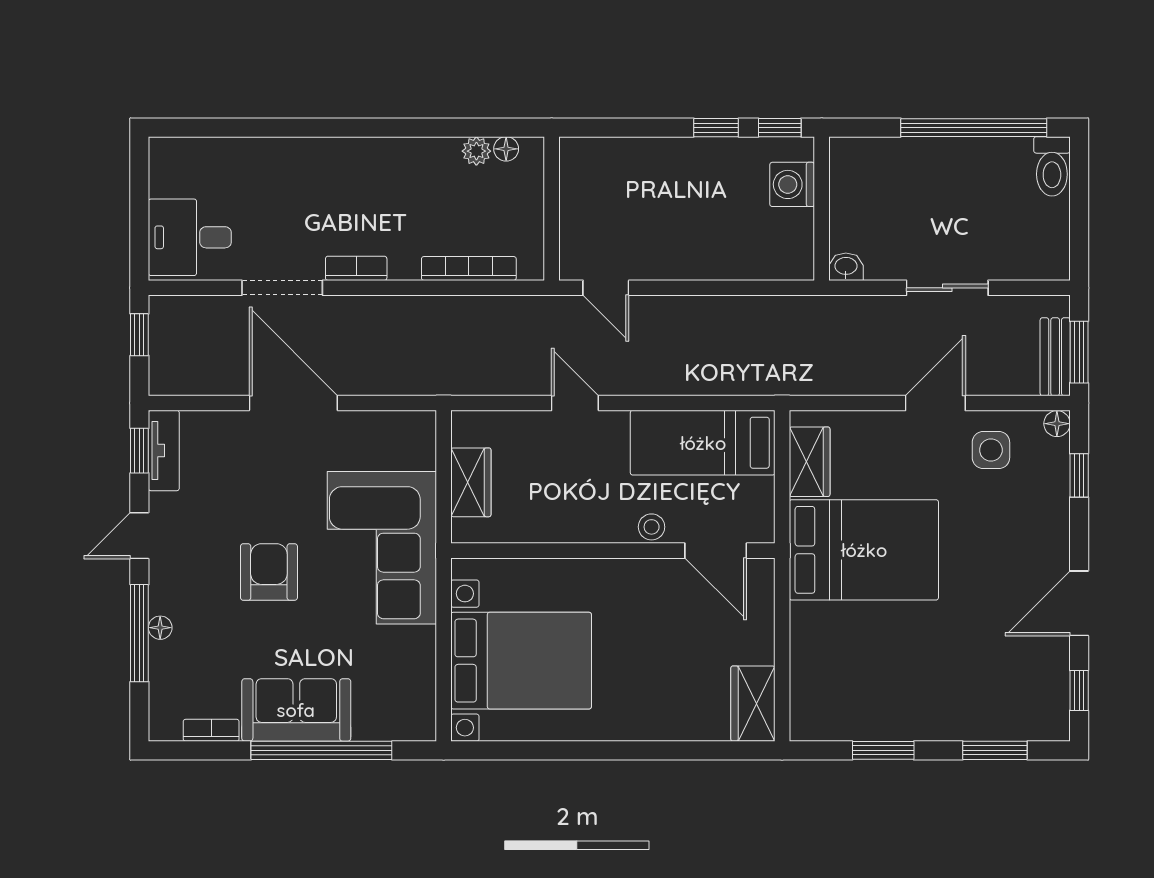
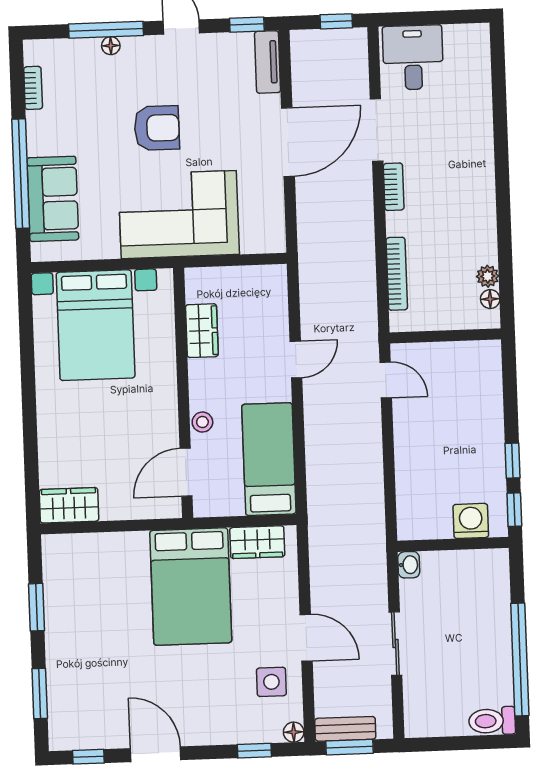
door: (606, 288) -> (386, 380), swing flipped
tv unit: (164, 450) -> (268, 62), moved, turned 90
wardrobe: (471, 482) -> (202, 331), moved, turned -90
sofa: (296, 710) -> (53, 199), moved

